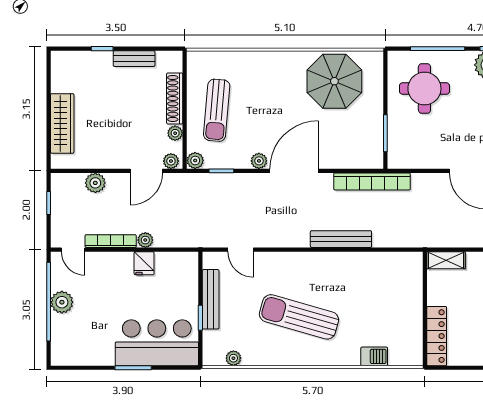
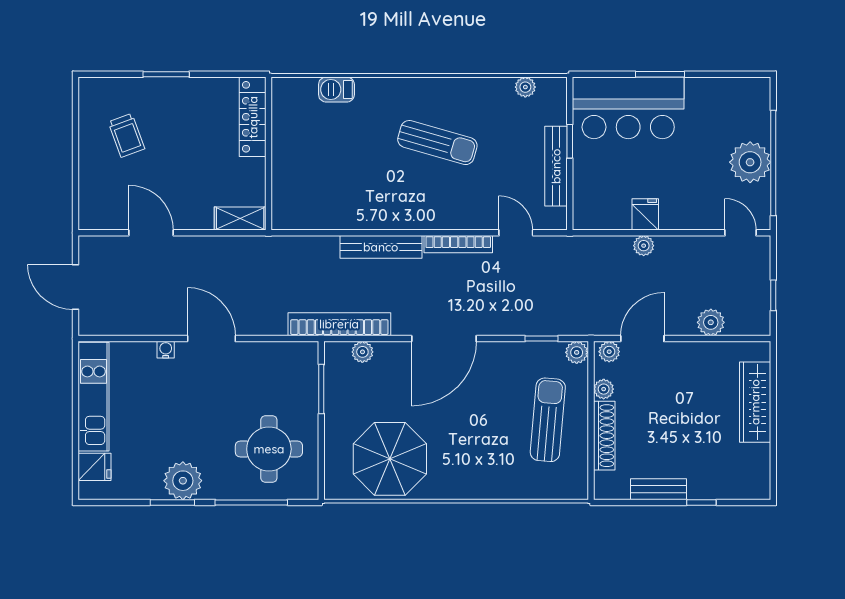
plant: (259, 161) -> (362, 352), moved
bookcase: (111, 241) -> (458, 244), moved
plant: (62, 302) -> (750, 162), width x1.36, depth x1.36
sun lounger: (299, 317) -> (437, 143), width x0.73, depth x0.75

